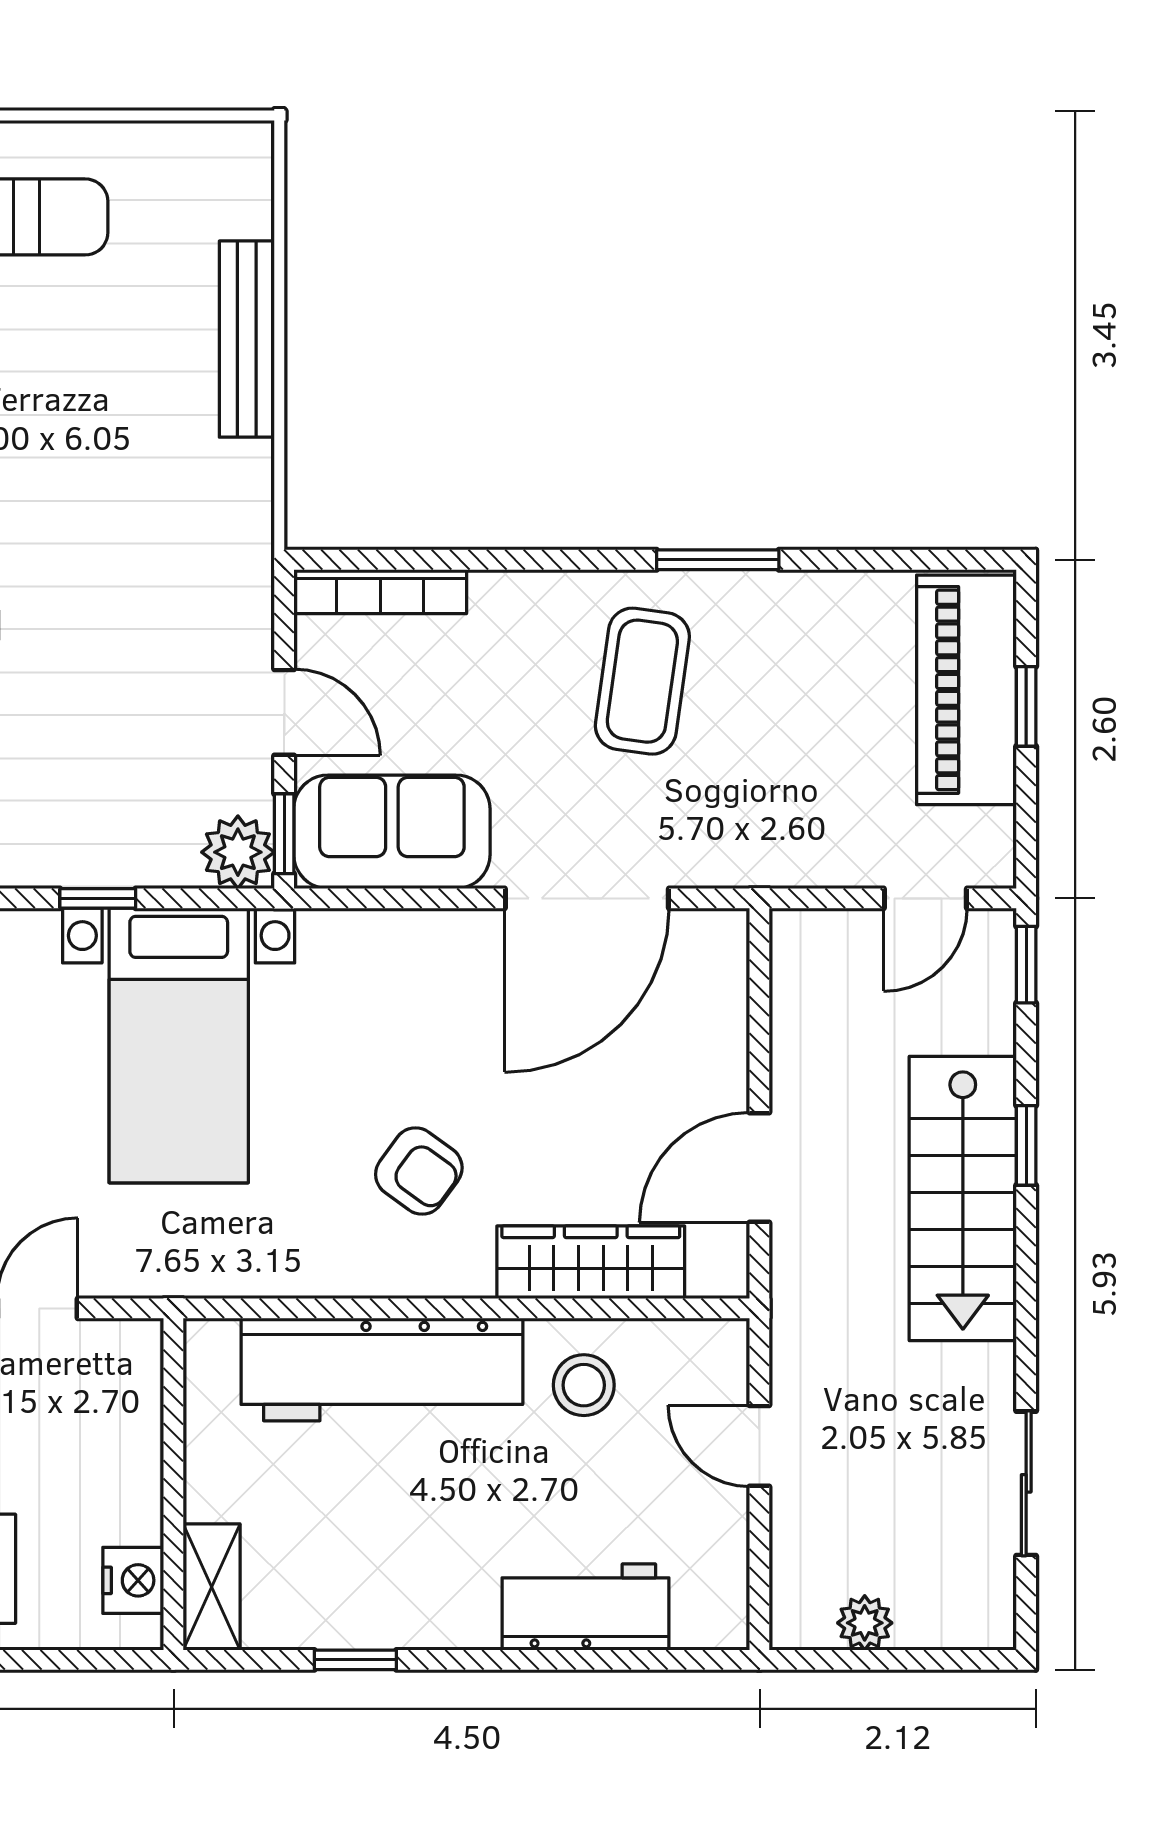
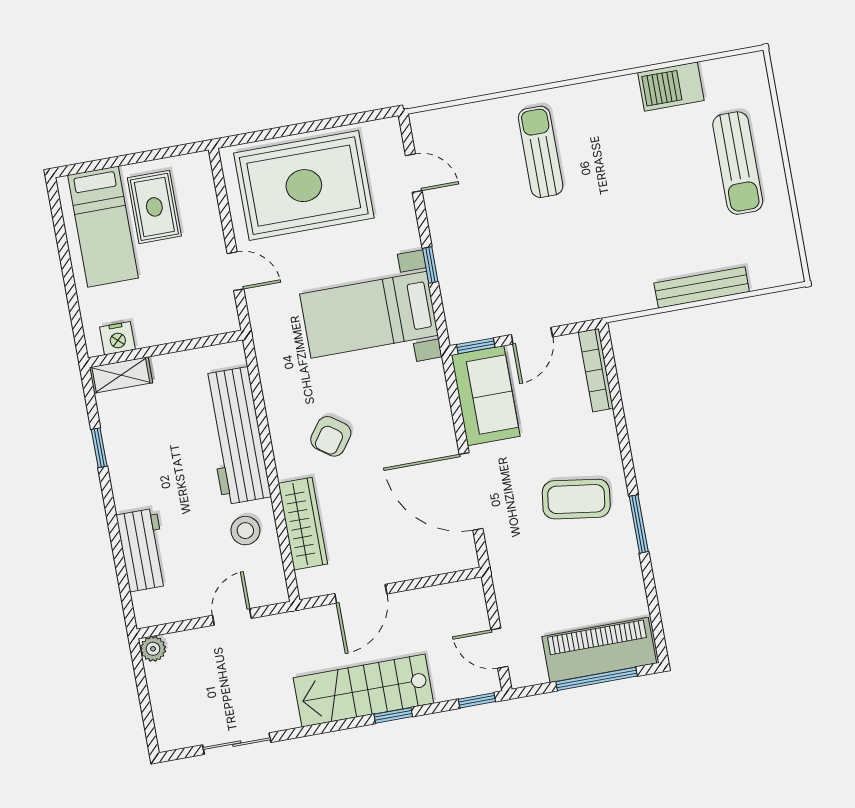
window: (1026, 706) -> (597, 679), width x2.17
plant: (238, 852) -> (463, 326), removed
door: (759, 1167) -> (361, 594), swing flipped
plant: (865, 1623) -> (153, 649), moved

